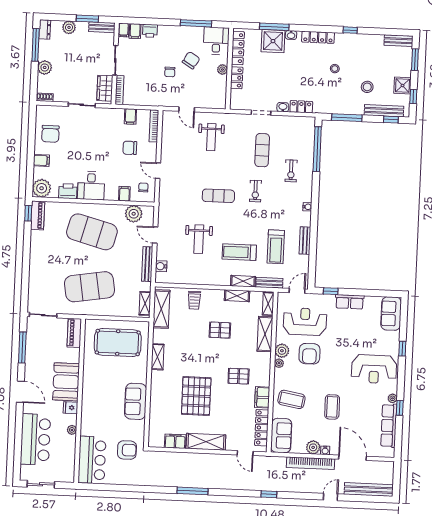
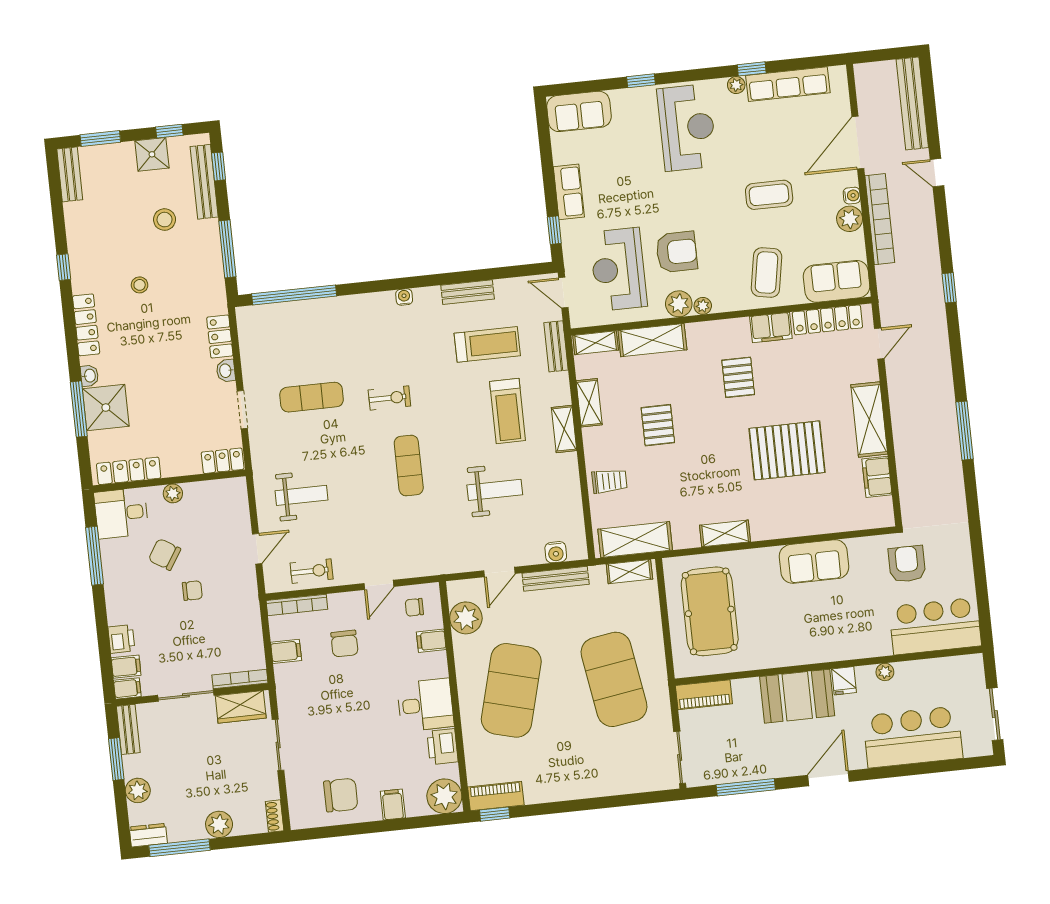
locker: (237, 78) -> (223, 461), moved
exercise bike: (291, 171) -> (312, 571), moved
shelving: (243, 281) -> (564, 429), moved

